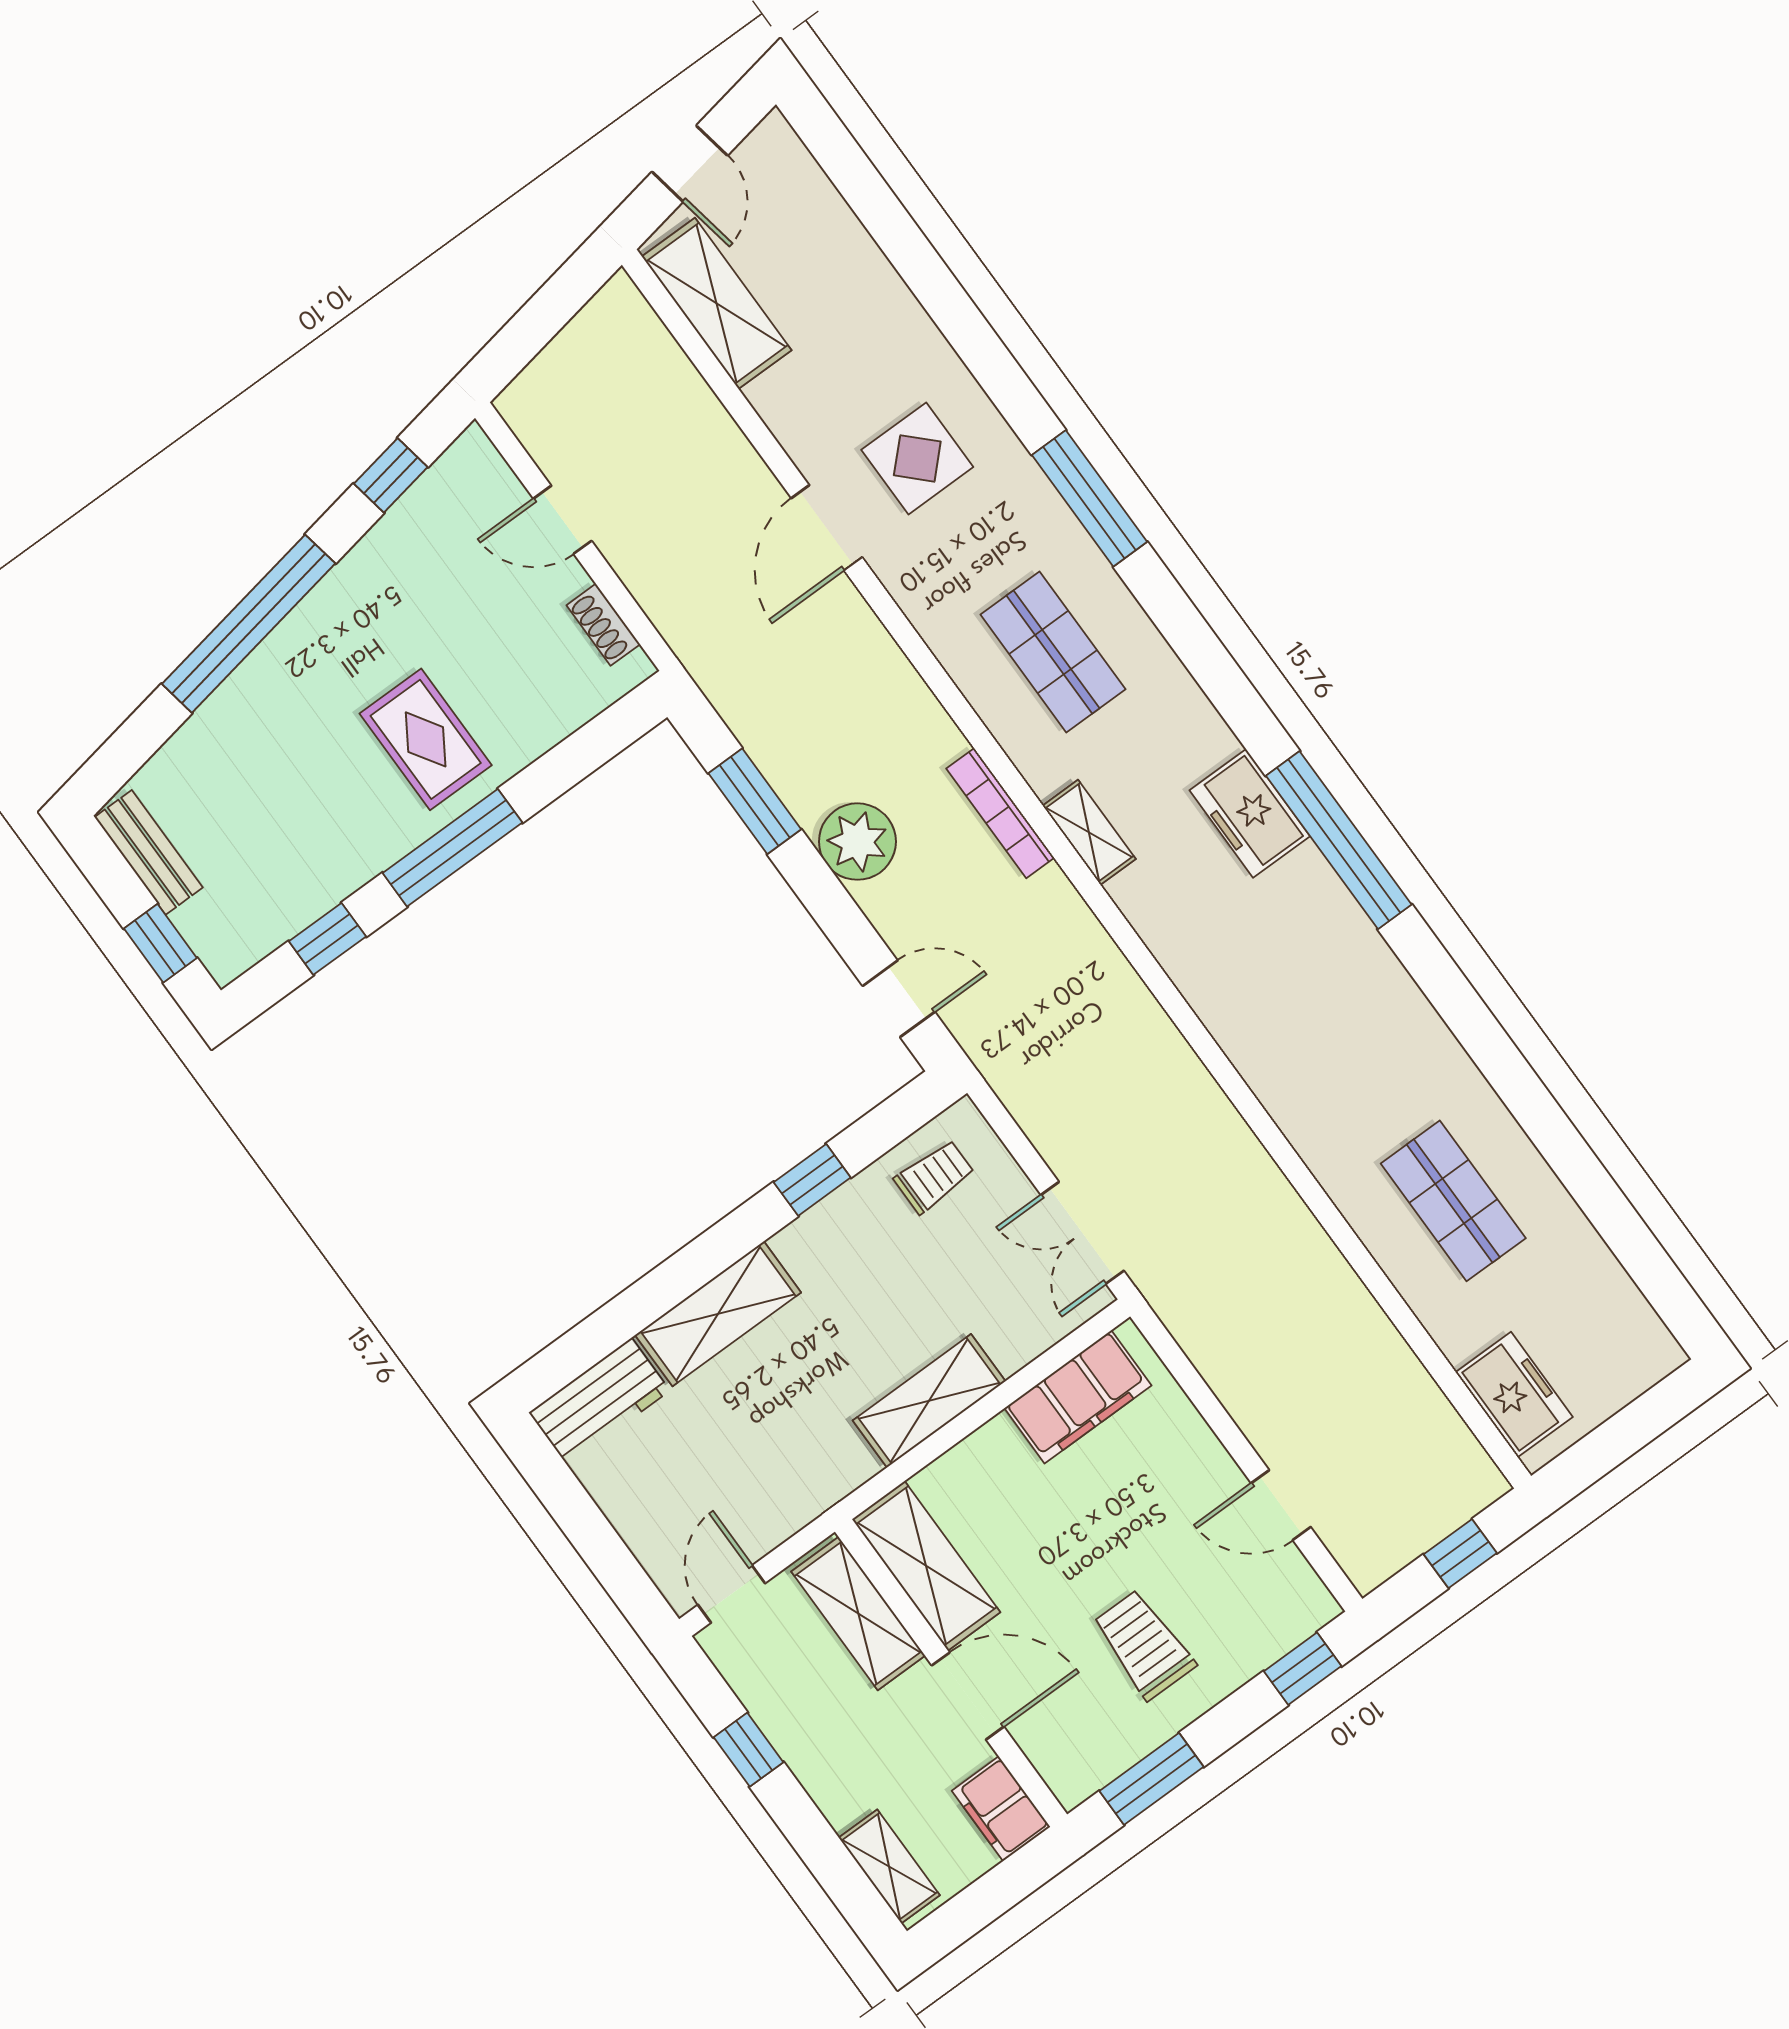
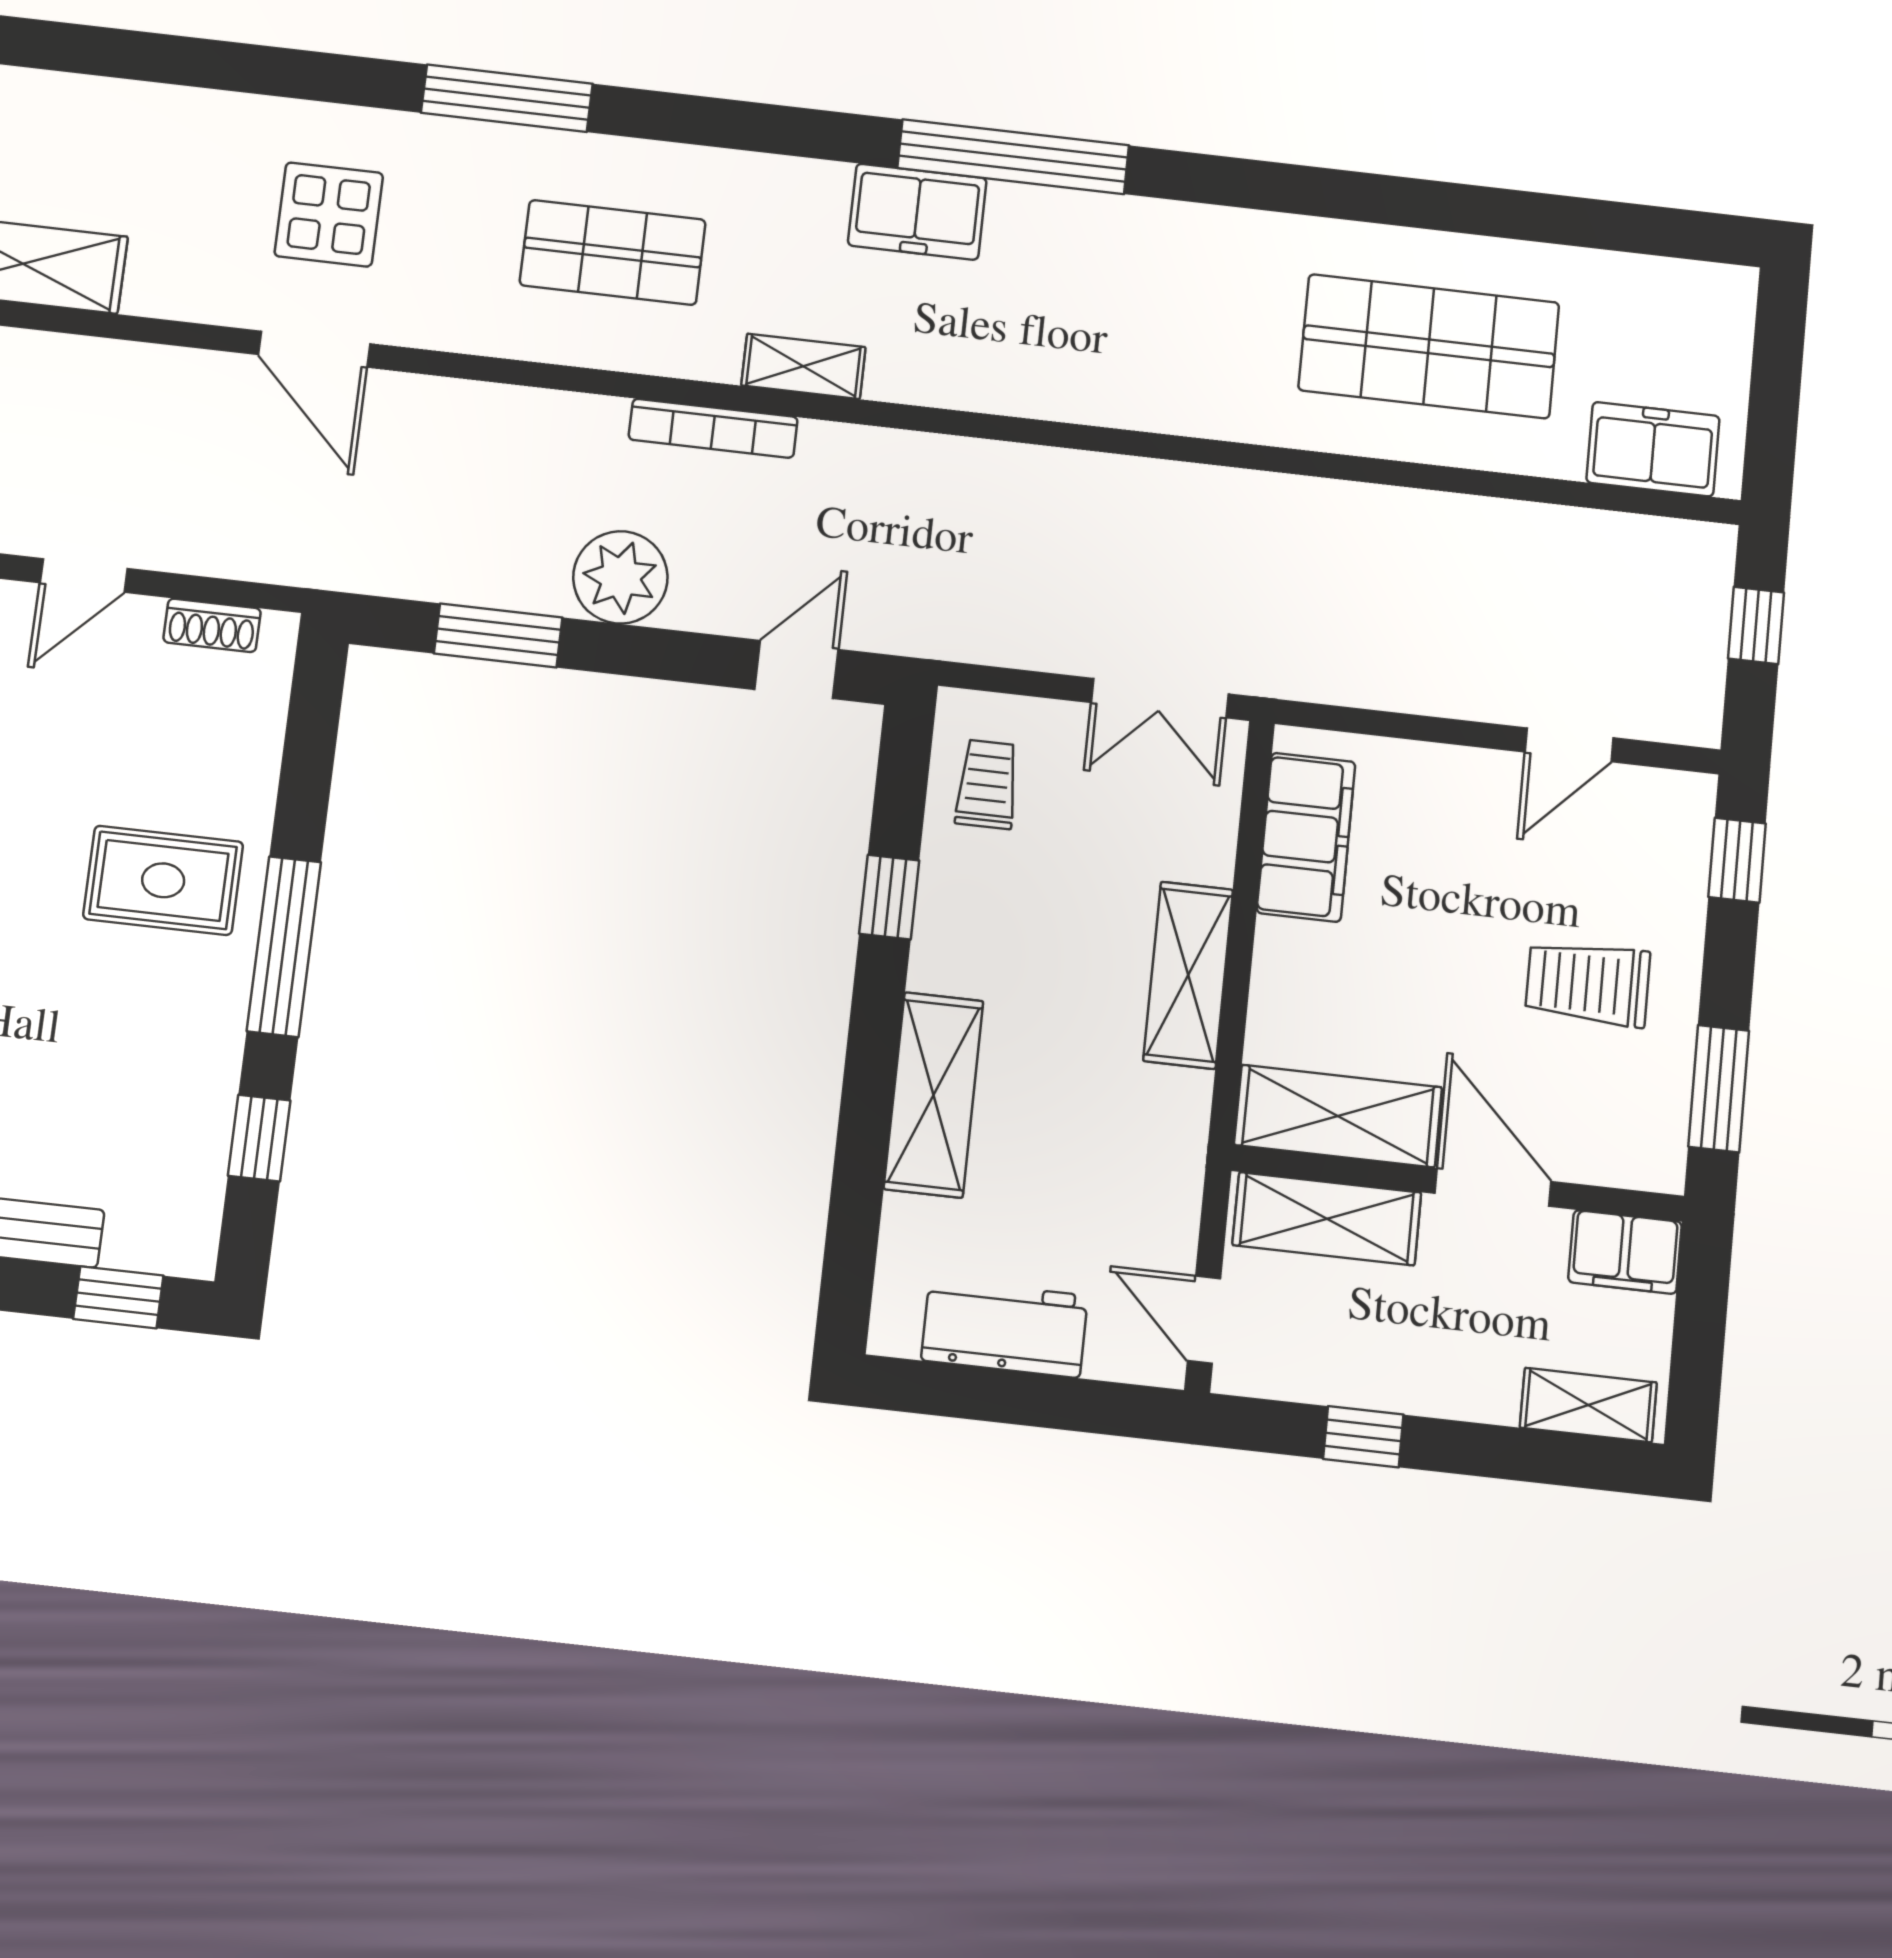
shop shelf: (1453, 1201) -> (1429, 346), width x1.43, depth x1.36
workbench: (599, 1402) -> (1005, 1328), moved, turned -90
door: (968, 1696) -> (1493, 1187), hinge flipped

